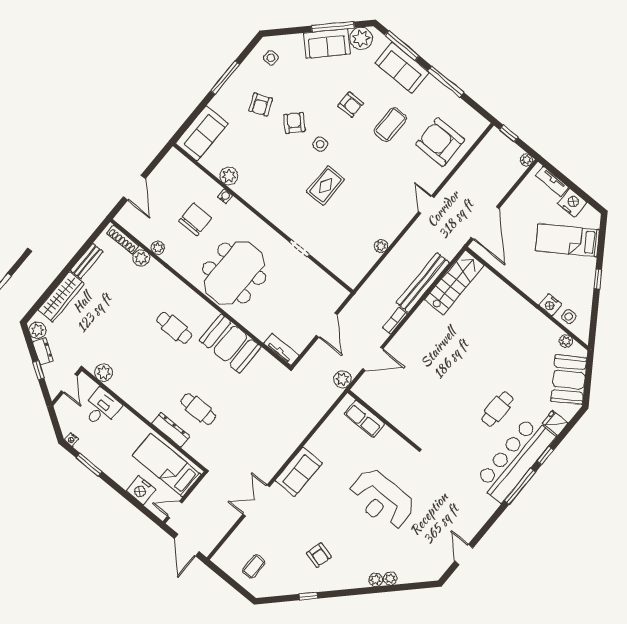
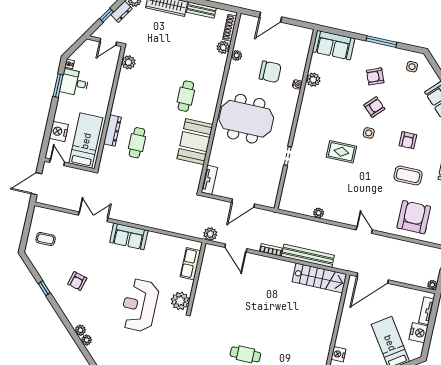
door: (426, 205) -> (364, 230), hinge flipped
desk: (101, 408) -> (75, 83), moved, turned 180
plant: (400, 451) -> (180, 301), added

